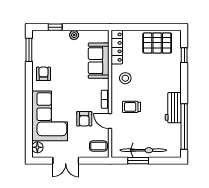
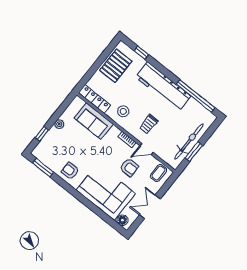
workbench: (173, 108) -> (163, 87), width x1.88, depth x1.32
double door: (66, 161) -> (150, 207), swing flipped

